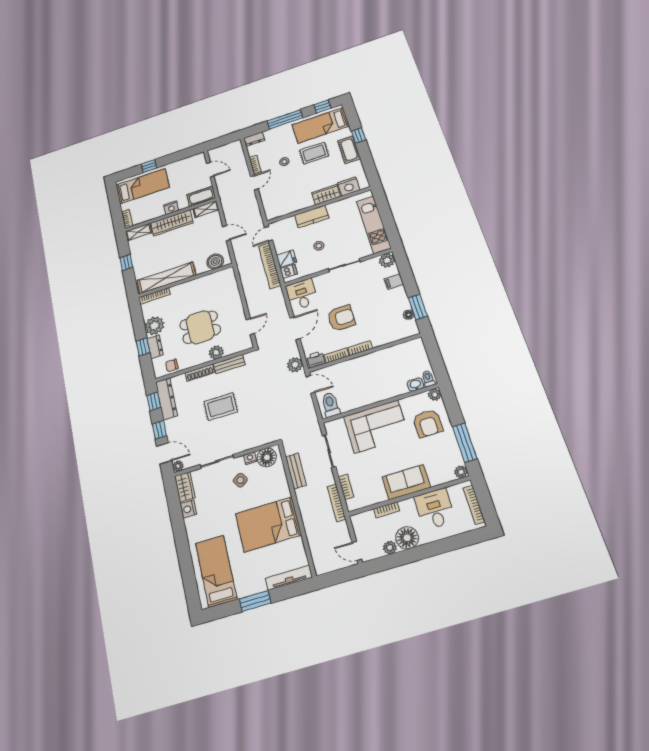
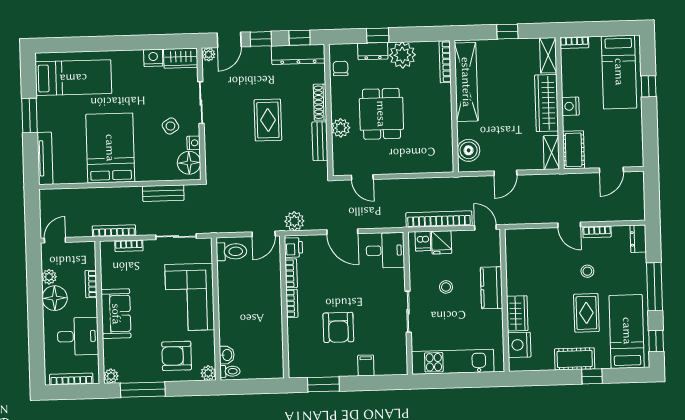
plant: (387, 260) -> (397, 365), removed
floor lamp: (409, 315) -> (317, 371), removed
armchair: (341, 318) -> (338, 327), moved

